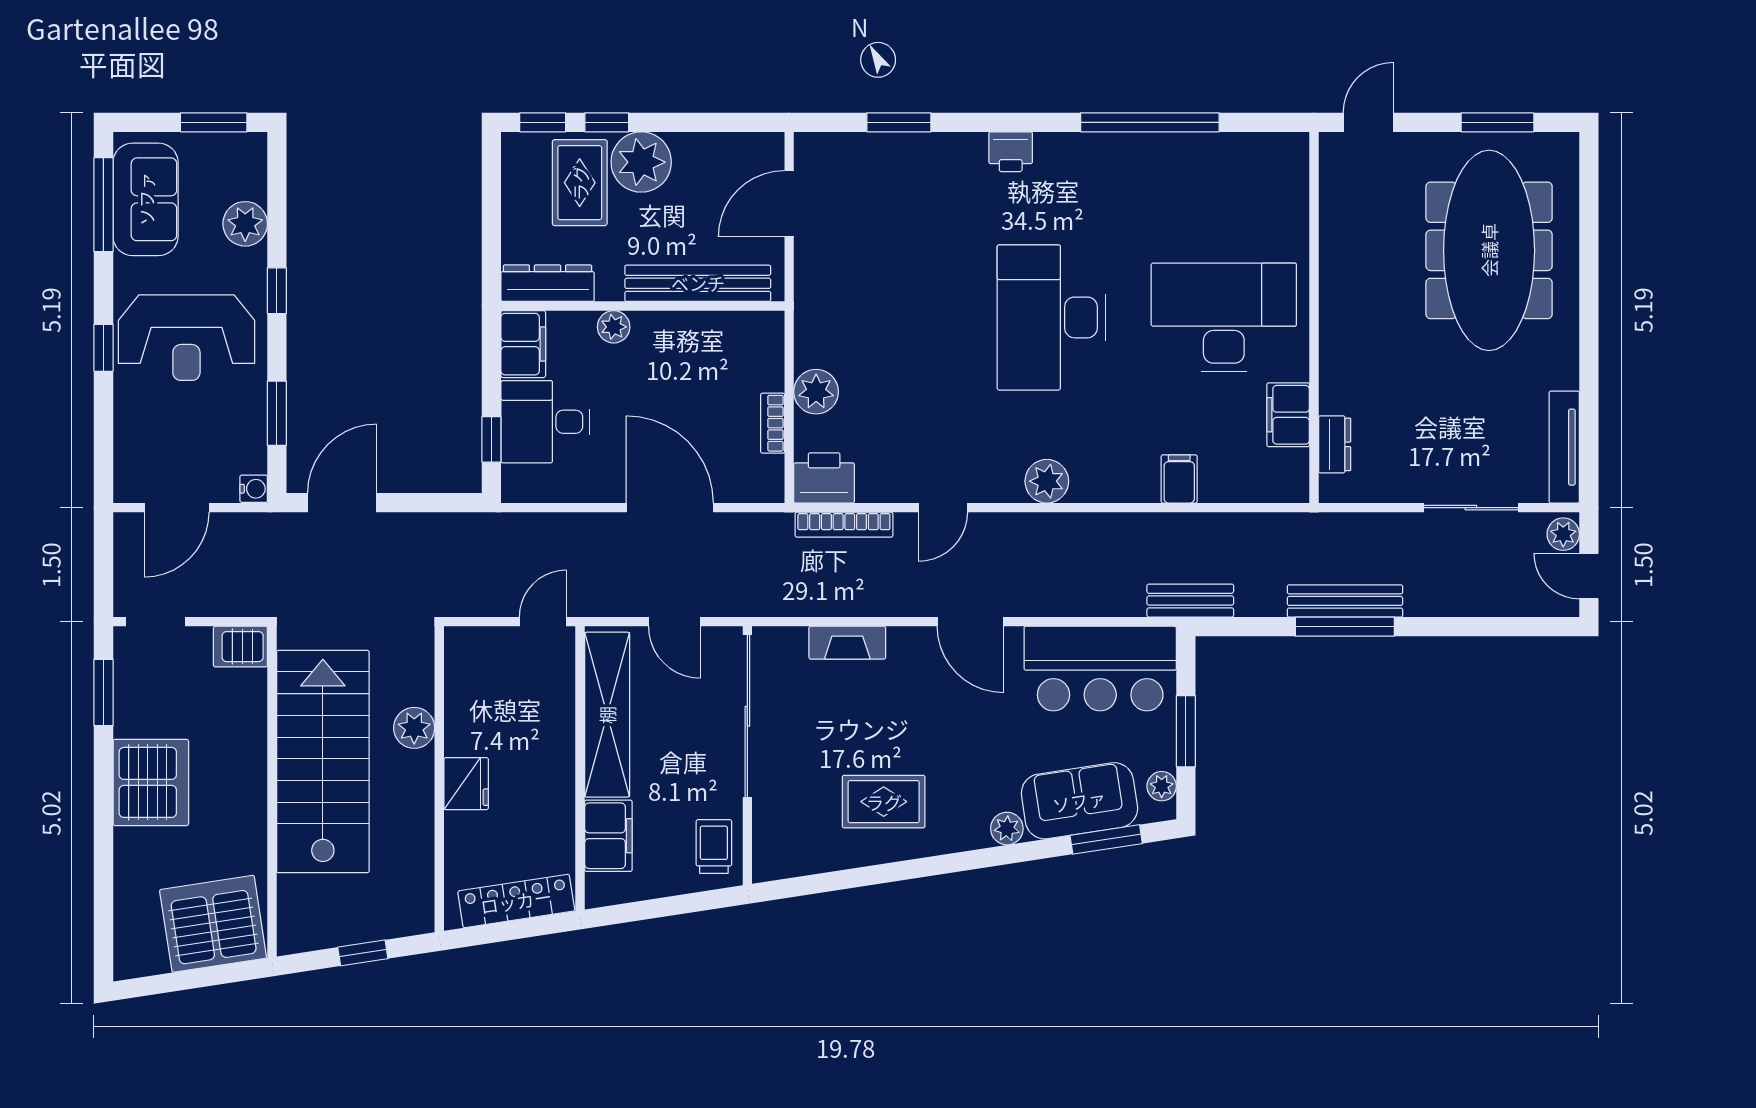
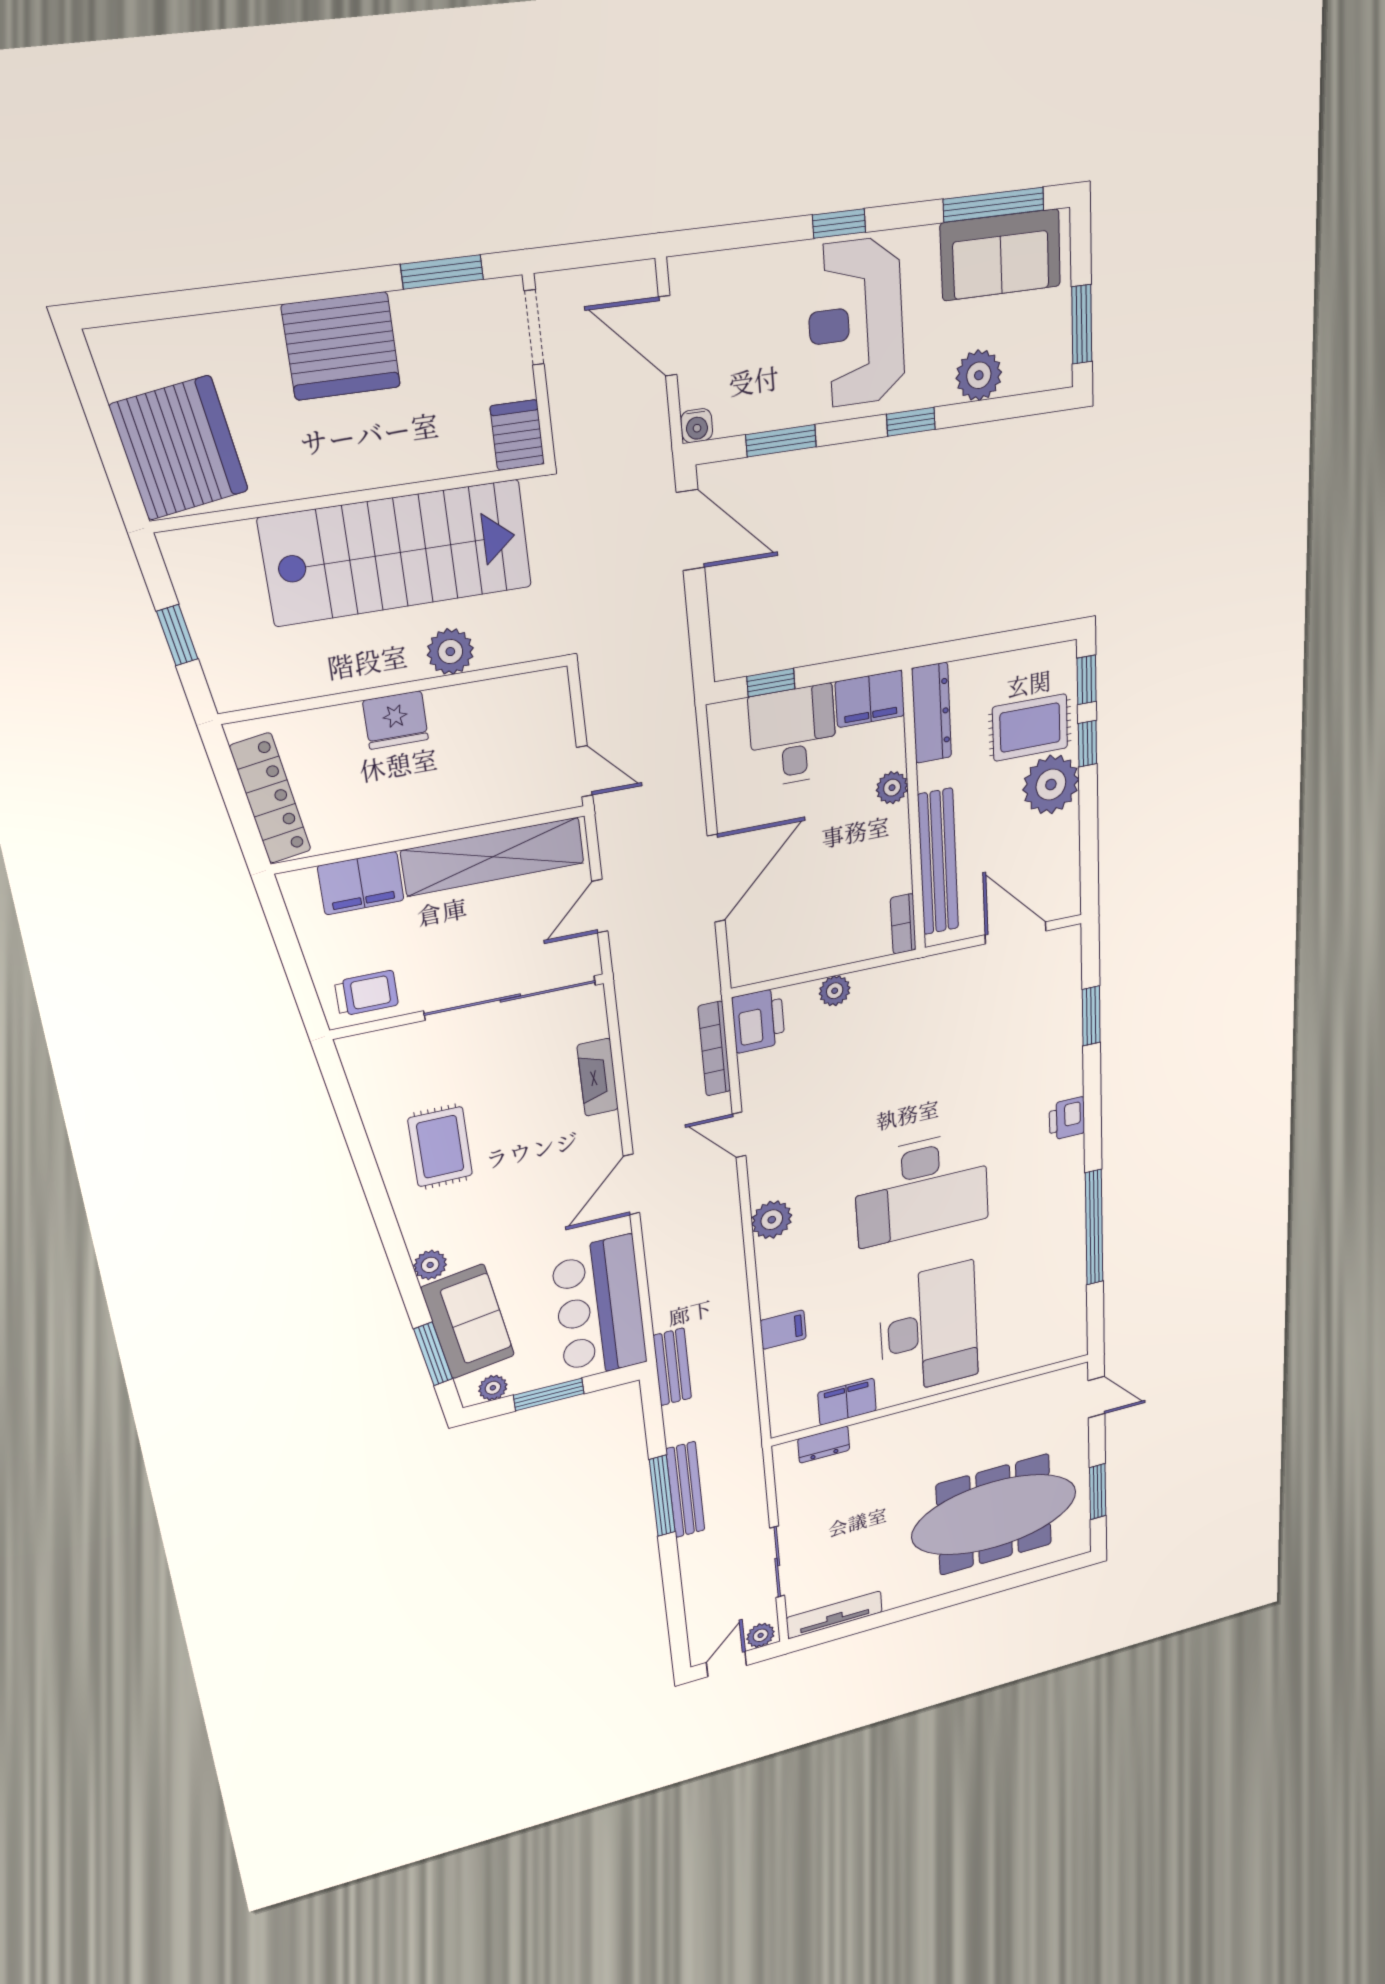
desk: (1052, 317) -> (922, 1188), turned 180
plant: (816, 392) -> (835, 991), width x0.73, depth x0.73
bookcase: (773, 423) -> (903, 924), moved, turned -90

